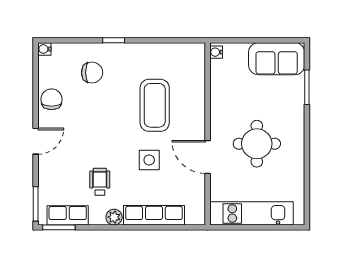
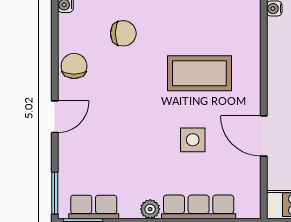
coffee table: (155, 105) -> (199, 73), turned 90
wheelchair: (100, 182) -> (133, 166), removed

